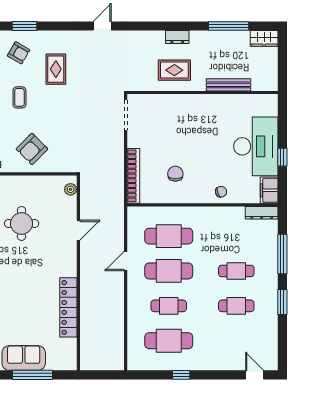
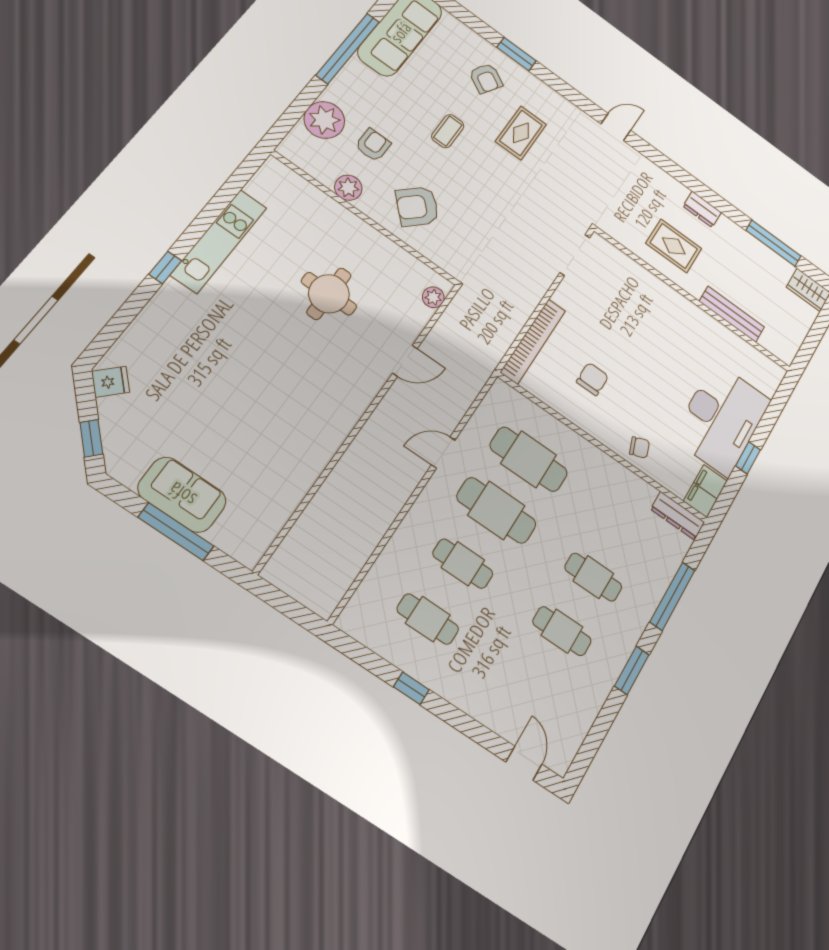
locker: (68, 307) -> (310, 463), removed
cafe table: (169, 341) -> (428, 619), width x0.73, depth x0.74

